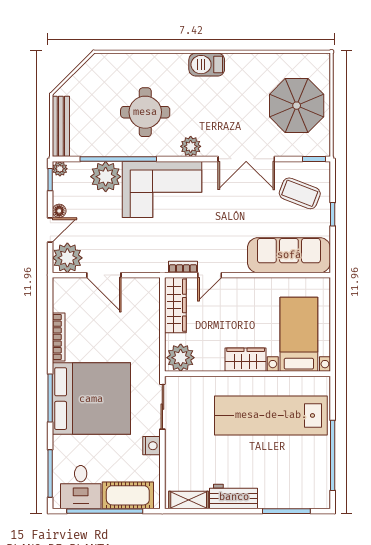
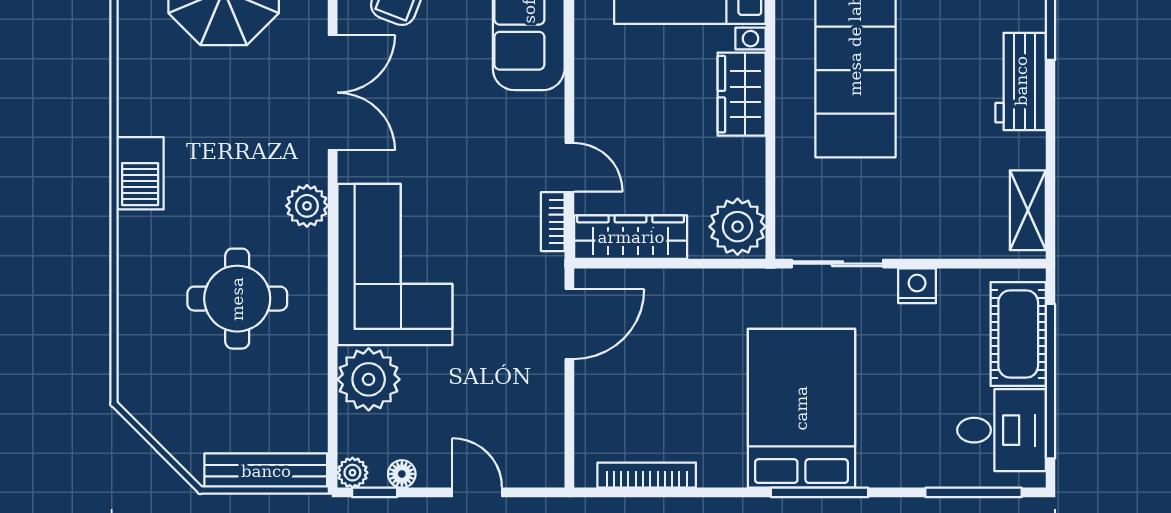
window: (118, 159) -> (333, 354), removed
floor lamp: (59, 211) -> (402, 474), moved
plant: (67, 258) -> (534, 457), removed
door: (104, 275) -> (569, 324), moved
bookcase: (59, 337) -> (647, 475), moved
bed: (91, 399) -> (801, 408), width x0.73
workbench: (234, 497) -> (1021, 81), moved

